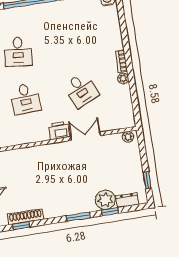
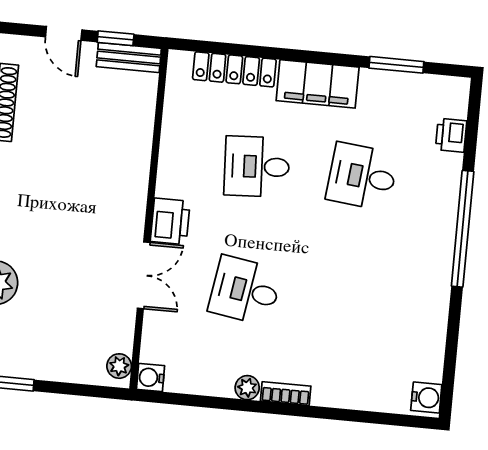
desk: (81, 90) -> (245, 290), turned 33
water cooler: (129, 122) -> (150, 377), added

